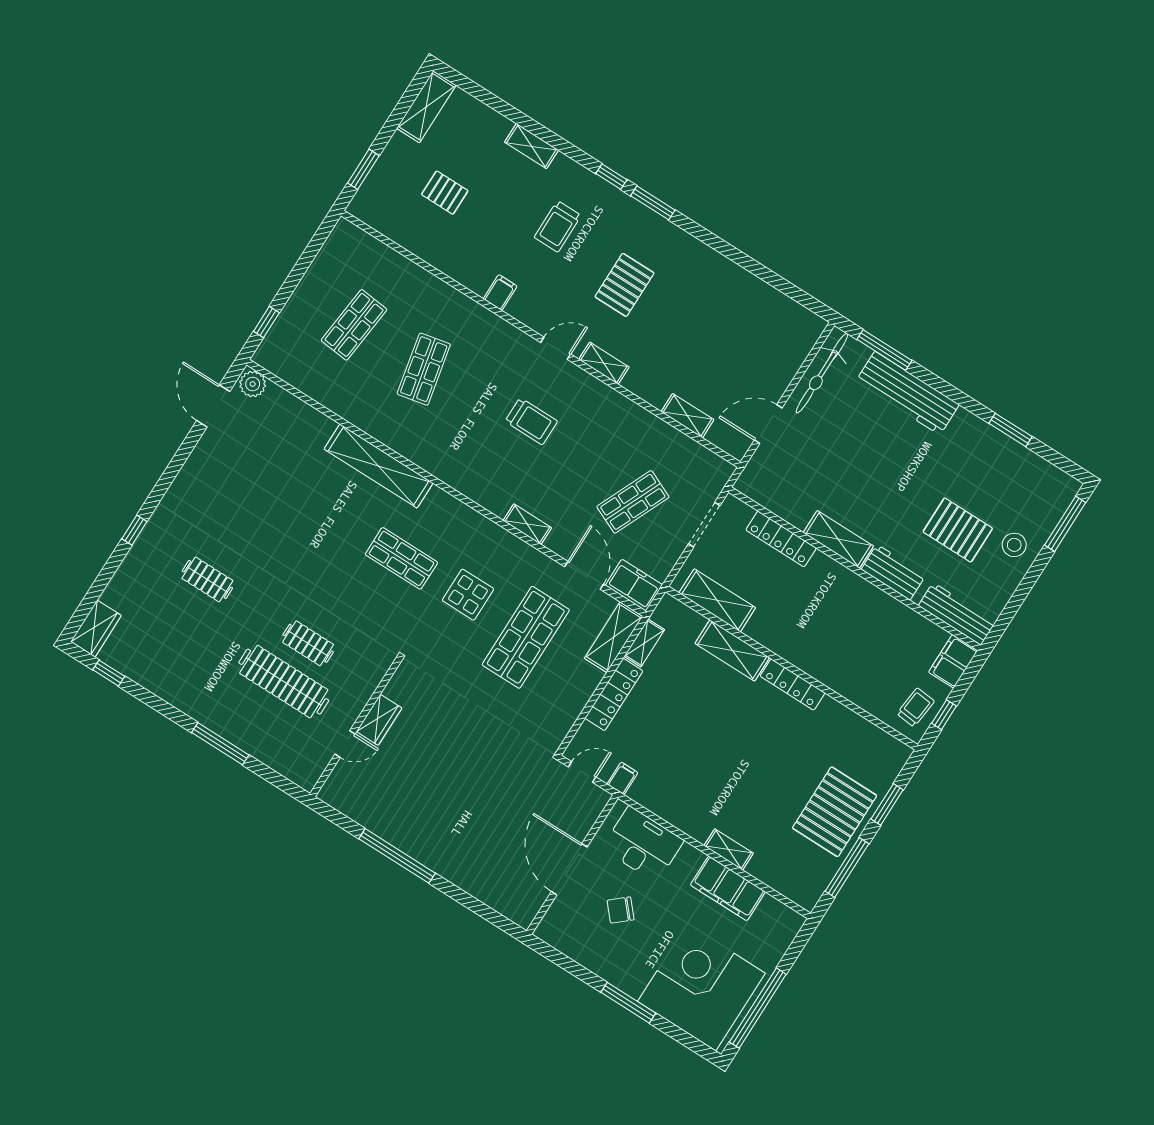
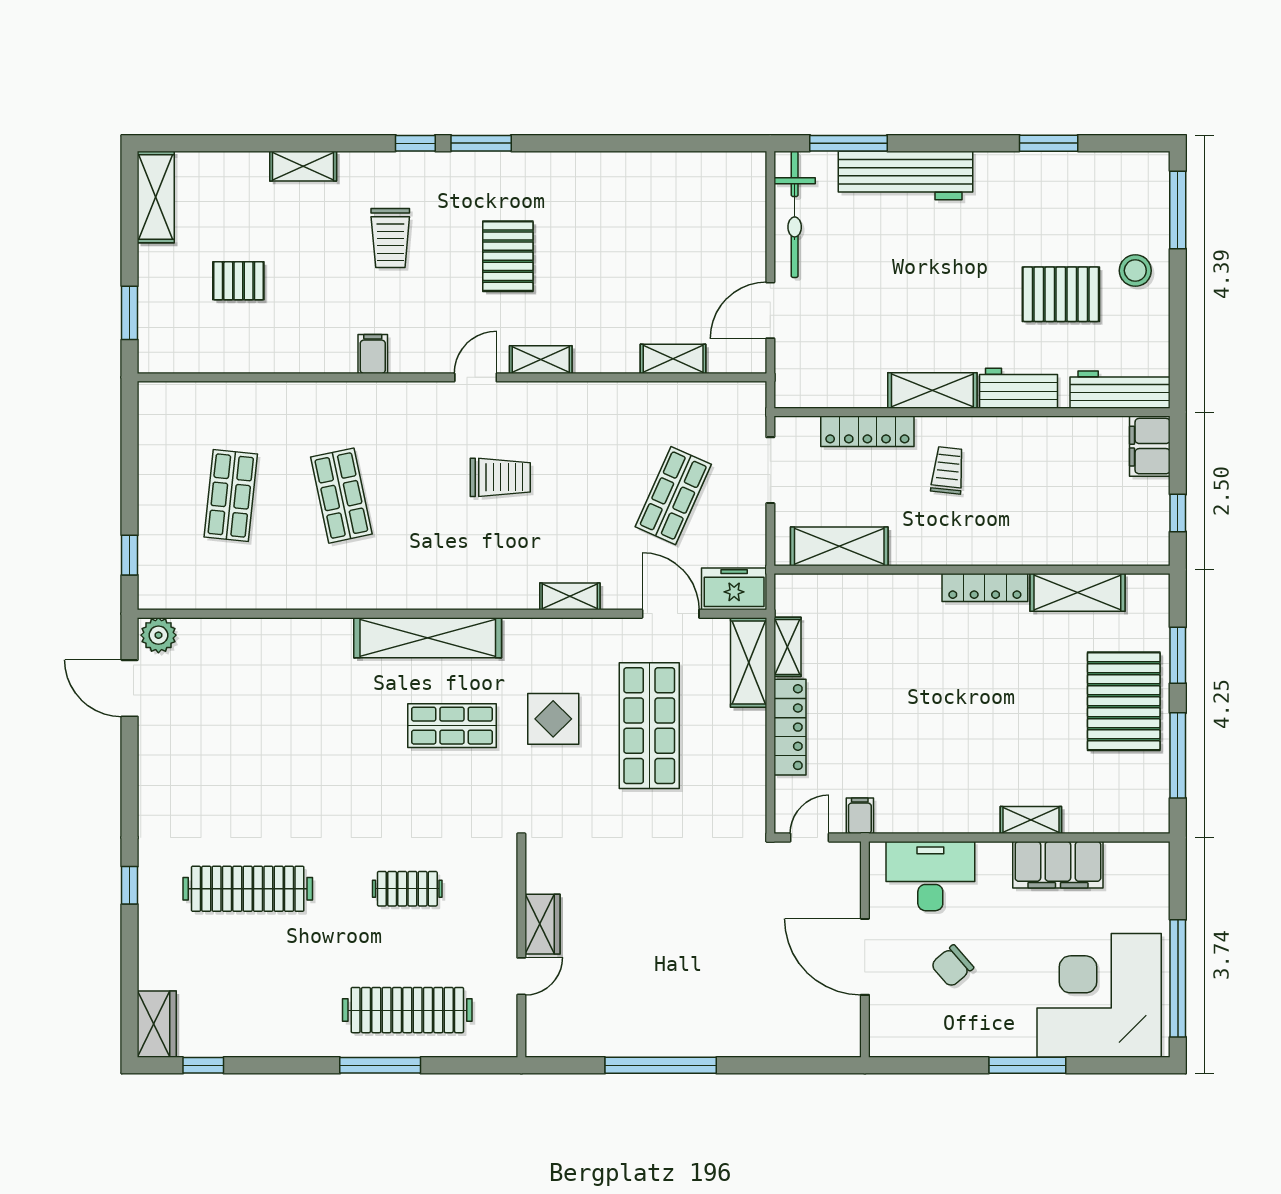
shelving: (379, 466) -> (428, 638), moved
clothes rail: (207, 579) -> (248, 889), width x1.86, depth x1.31
shelving: (732, 650) -> (1077, 592), moved
clothes rail: (284, 682) -> (407, 1010), moved
trolley: (916, 707) -> (948, 470), moved

